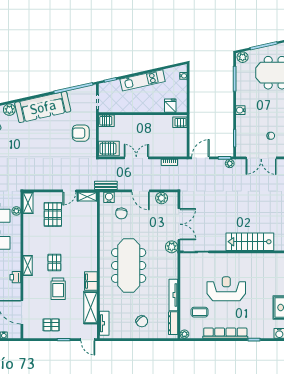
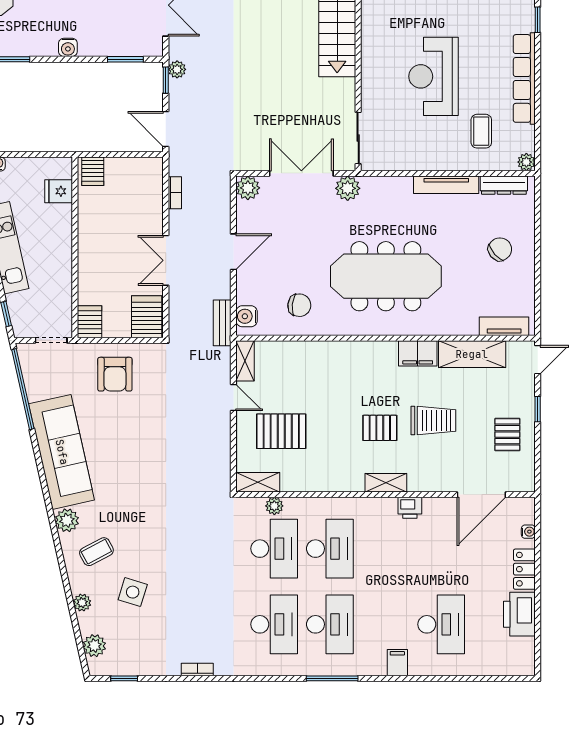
plant: (162, 198) -> (248, 188), moved
chair: (121, 213) -> (299, 305), moved

